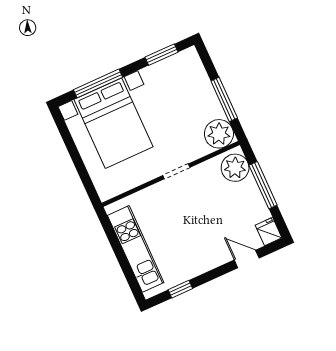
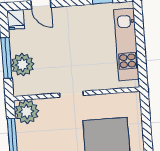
plant: (235, 168) -> (23, 65), moved

